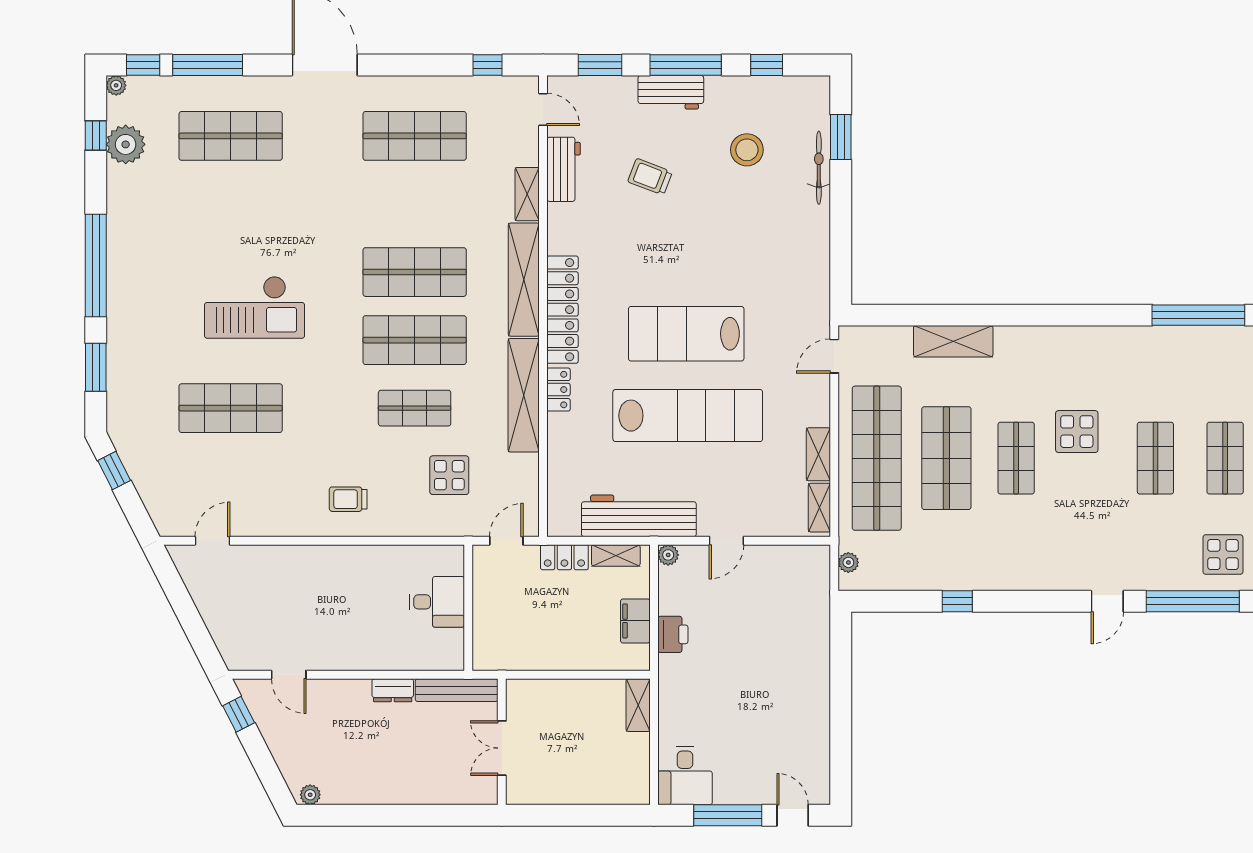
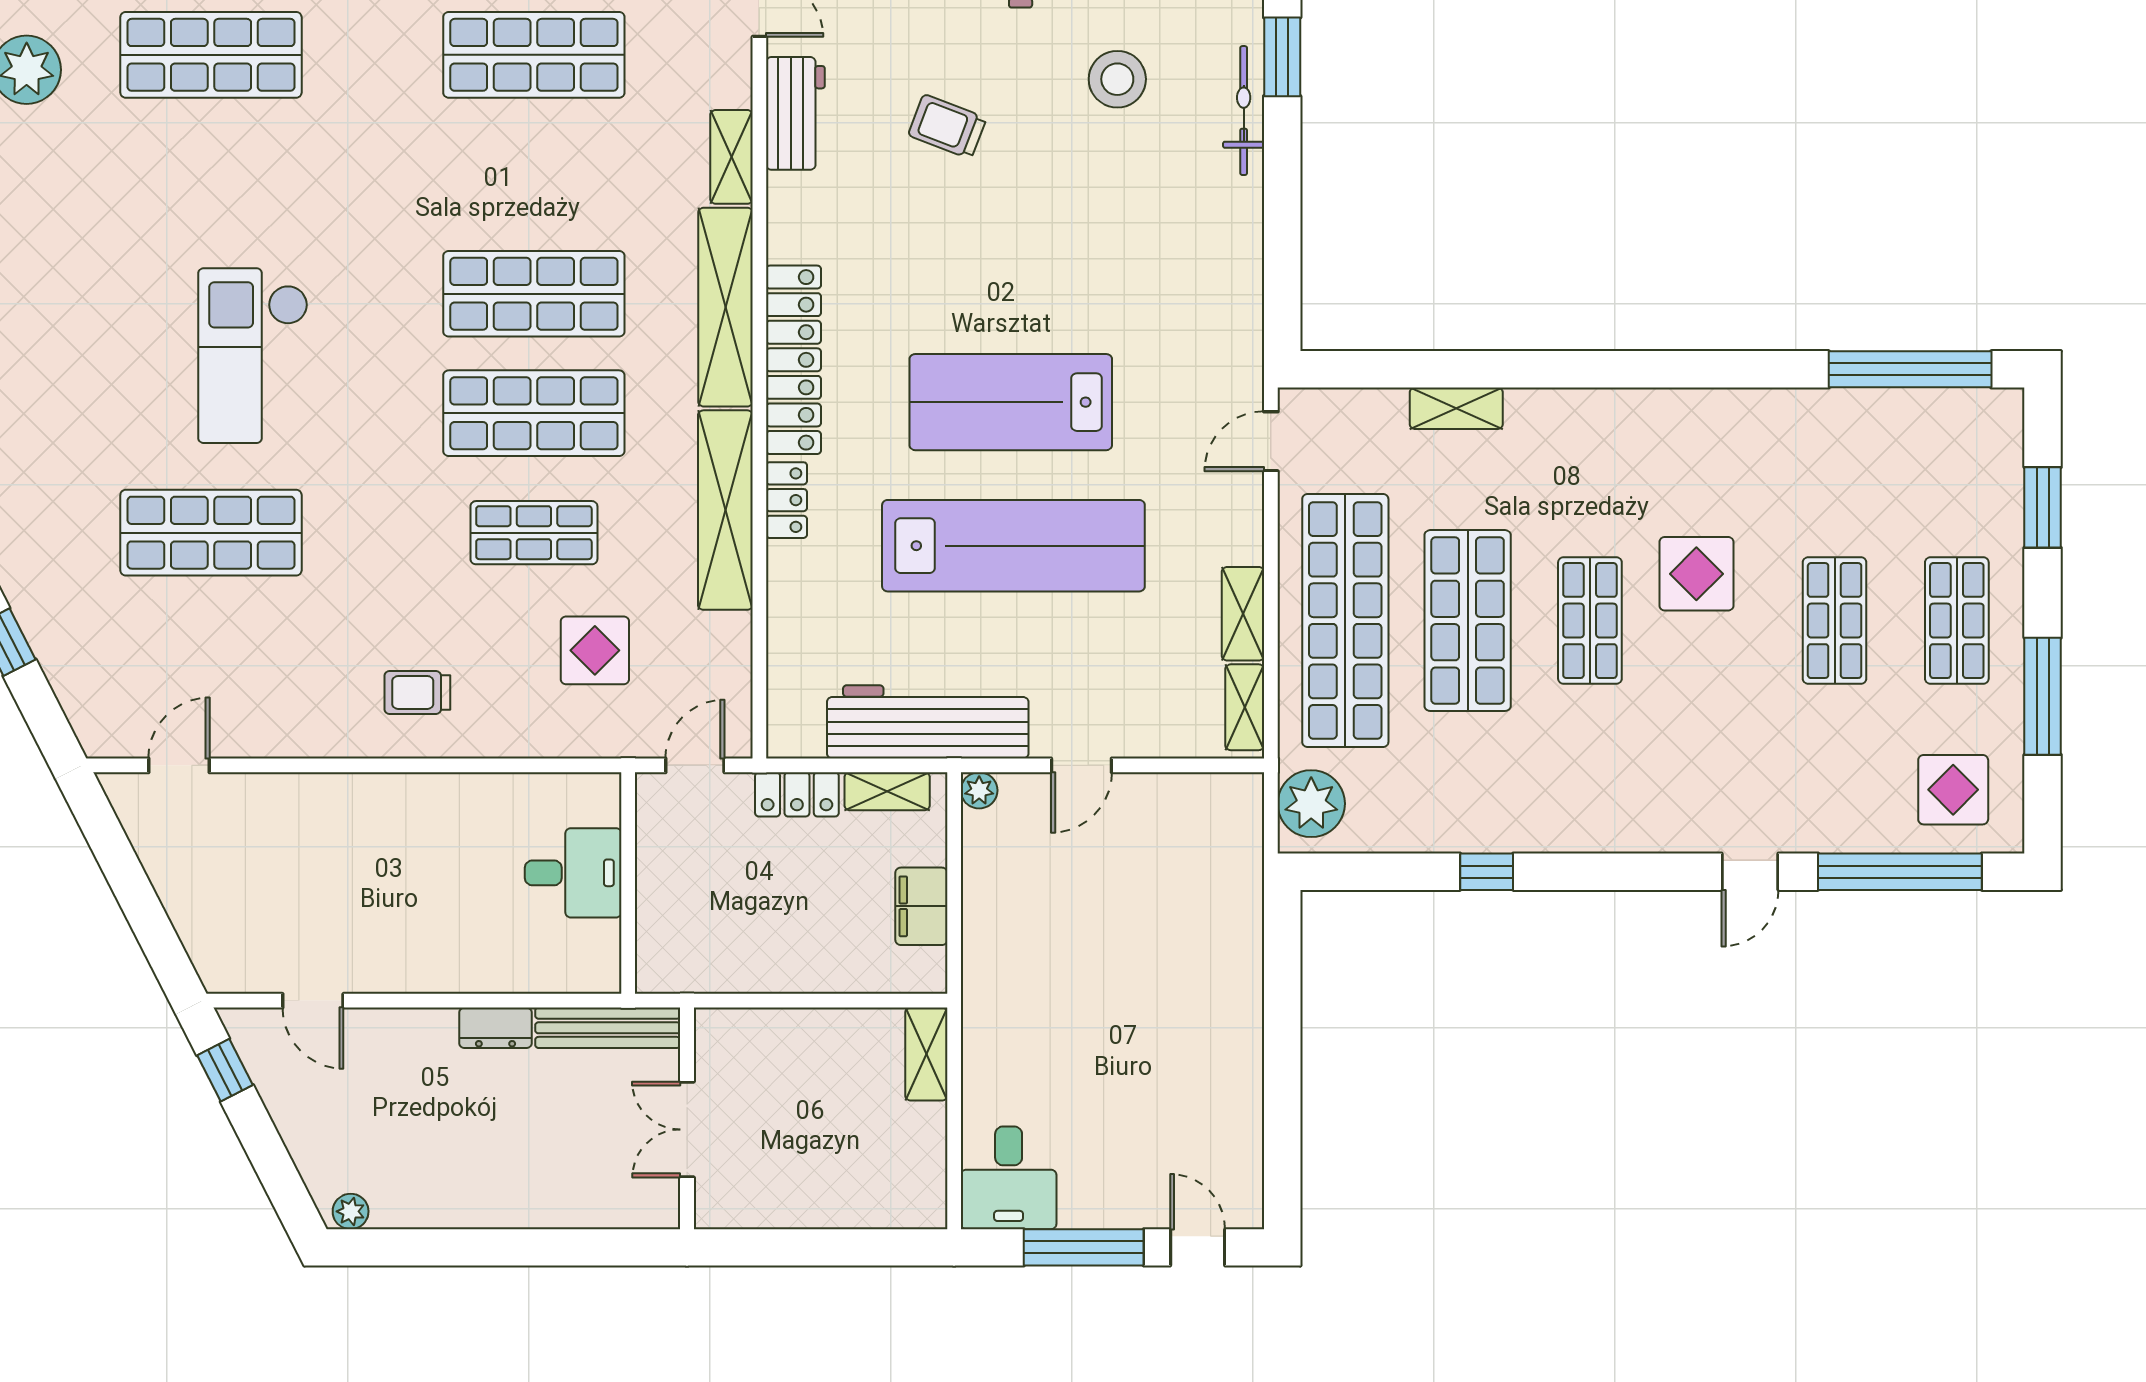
checkout: (255, 307) -> (253, 356), turned 90
shelving: (953, 341) -> (1456, 408), width x0.67, depth x0.75
plant: (848, 562) -> (1311, 804), width x1.87, depth x1.87
printer: (673, 634) -> (987, 930), removed

